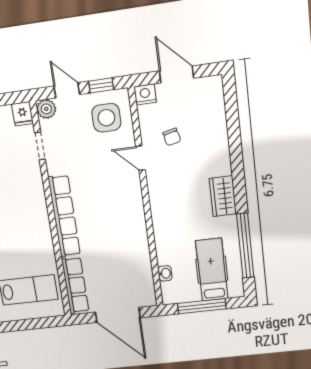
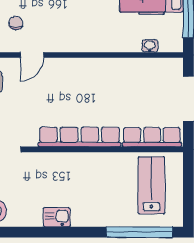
chair: (172, 137) -> (16, 23), turned -77

